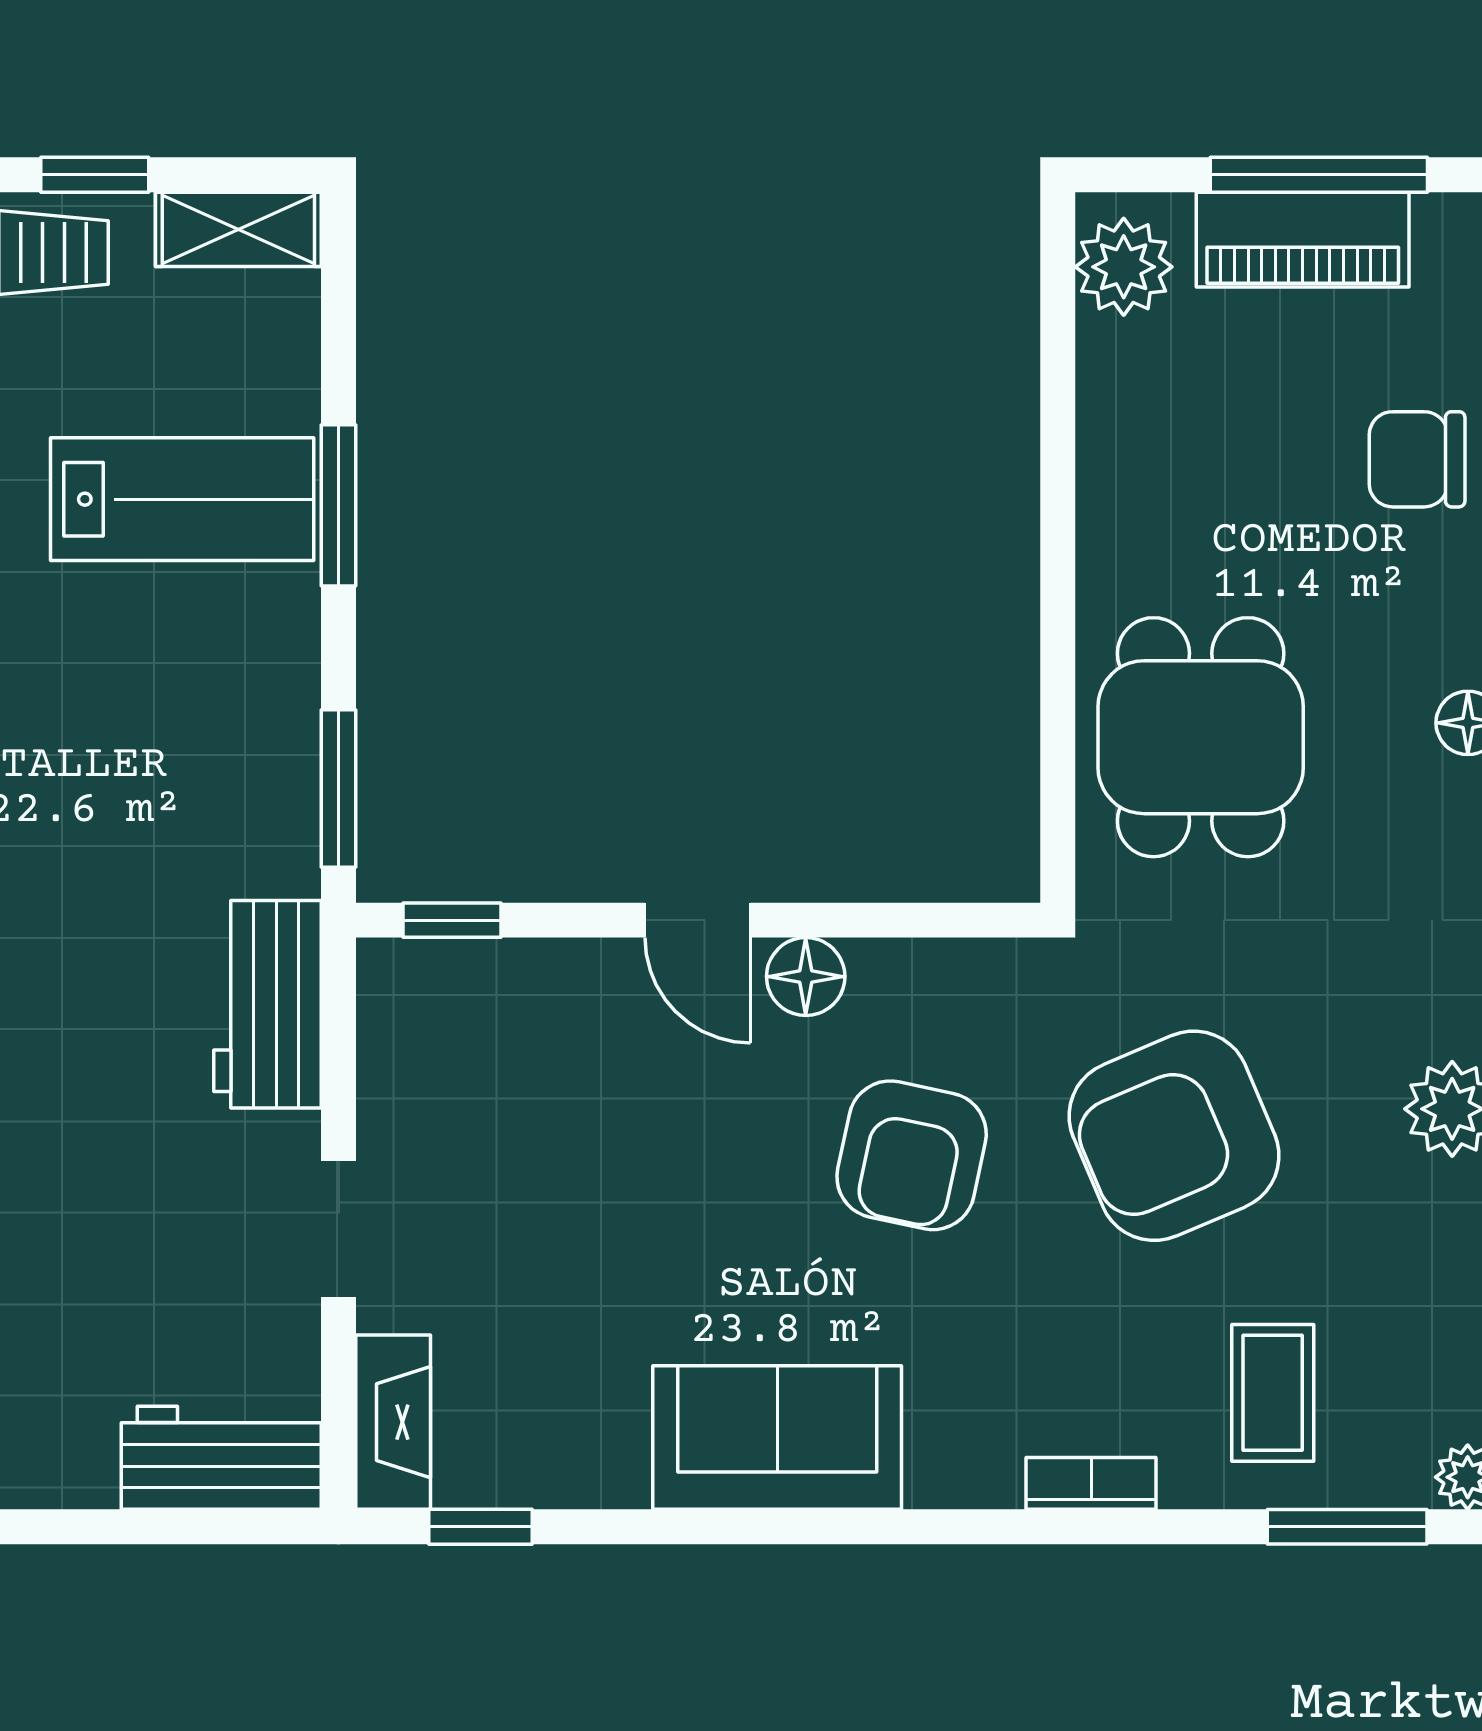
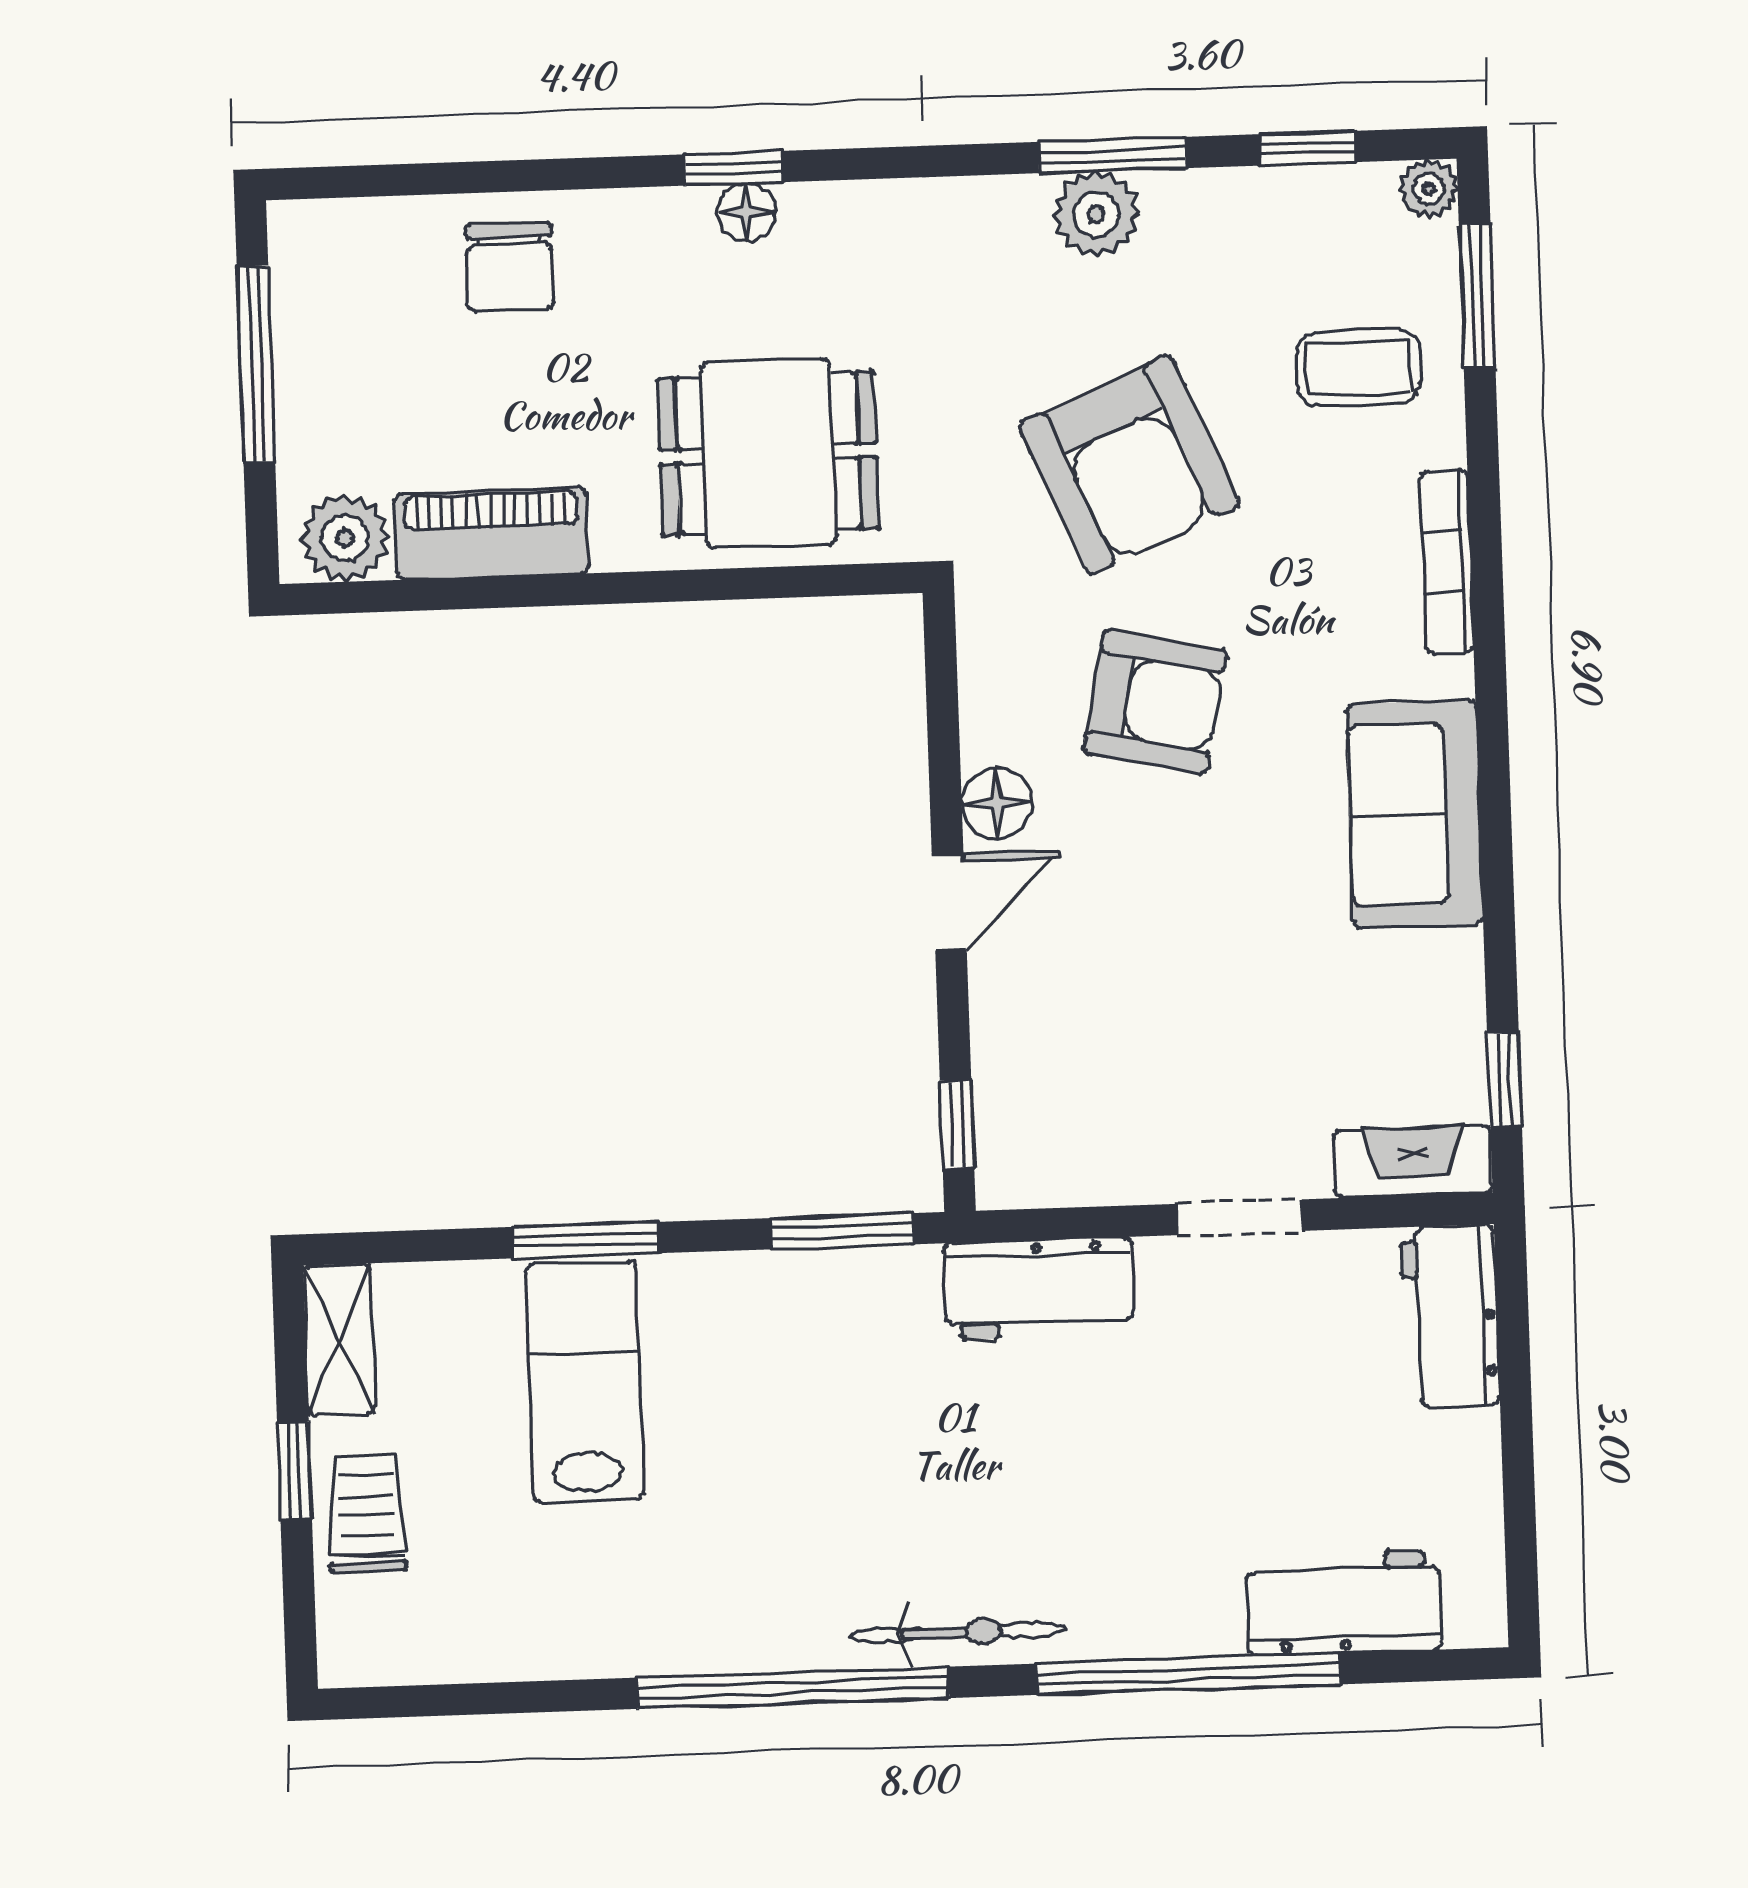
piano: (1303, 240) -> (491, 534), moved, turned -90
bookcase: (1091, 1483) -> (1447, 562), width x1.56

